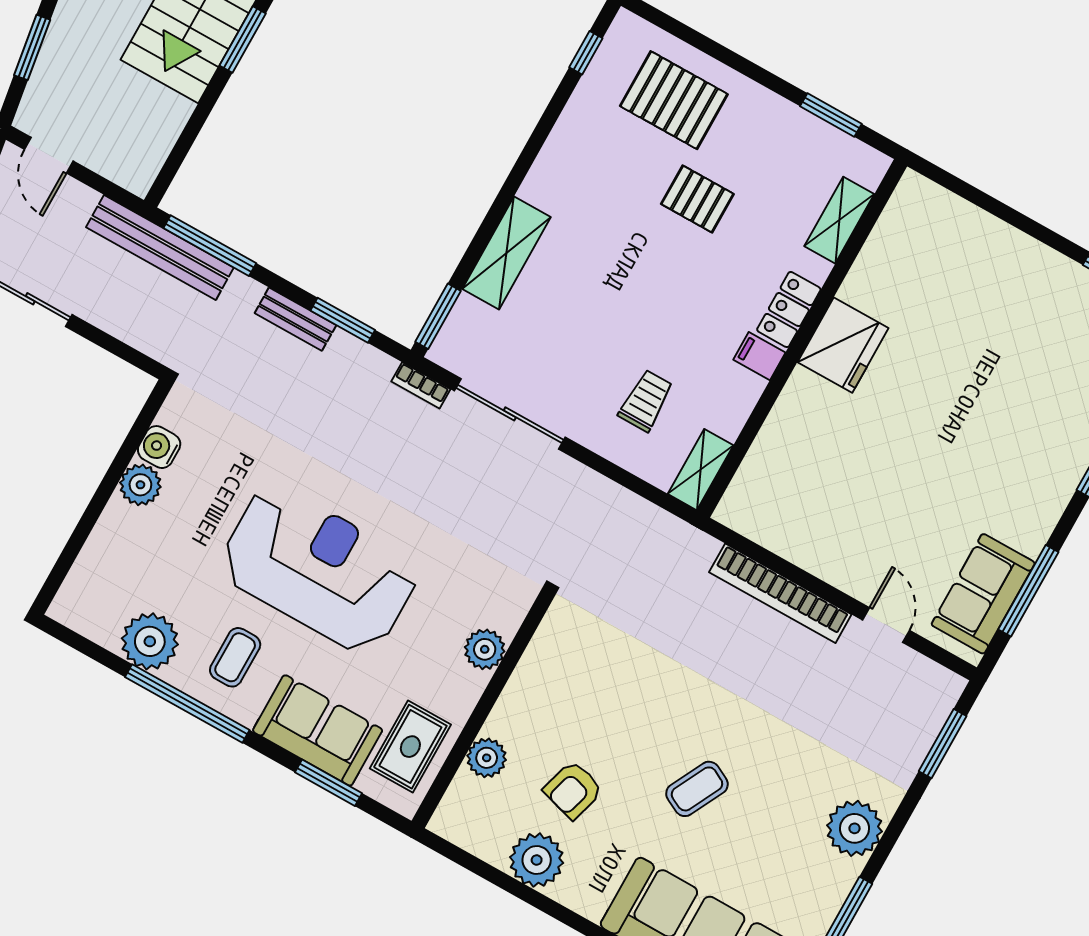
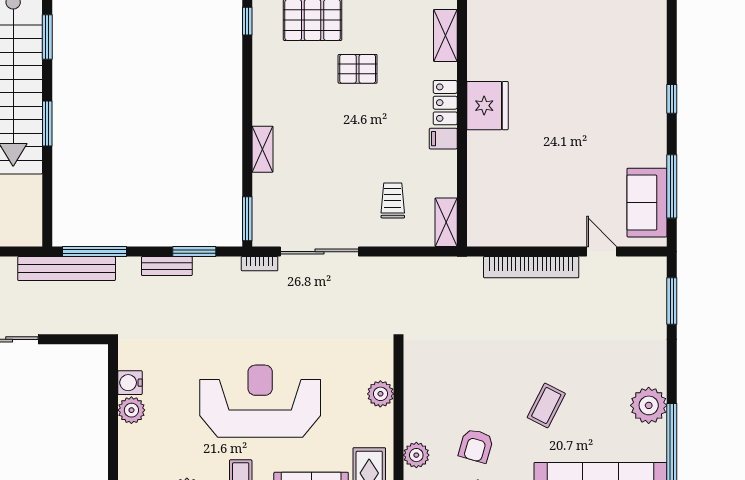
shelving: (506, 253) -> (263, 149), width x0.67, depth x0.75
plant: (854, 828) -> (649, 405), moved

